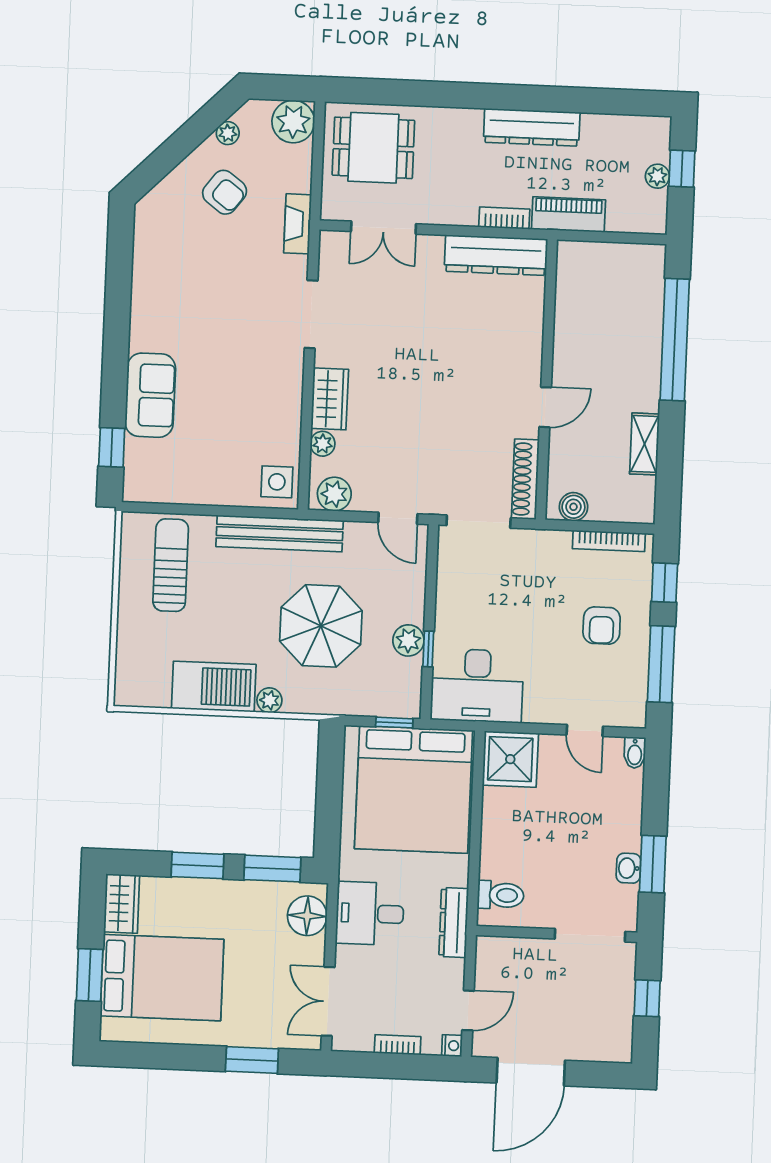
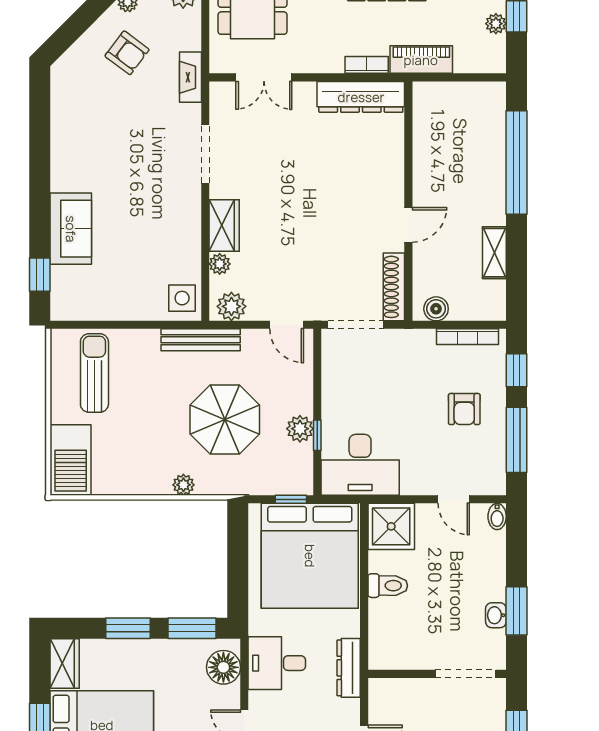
bench: (280, 534) -> (201, 340), width x0.73, depth x0.82
barbecue: (214, 687) -> (71, 460), moved, turned 90
toilet: (501, 895) -> (388, 586), moved

